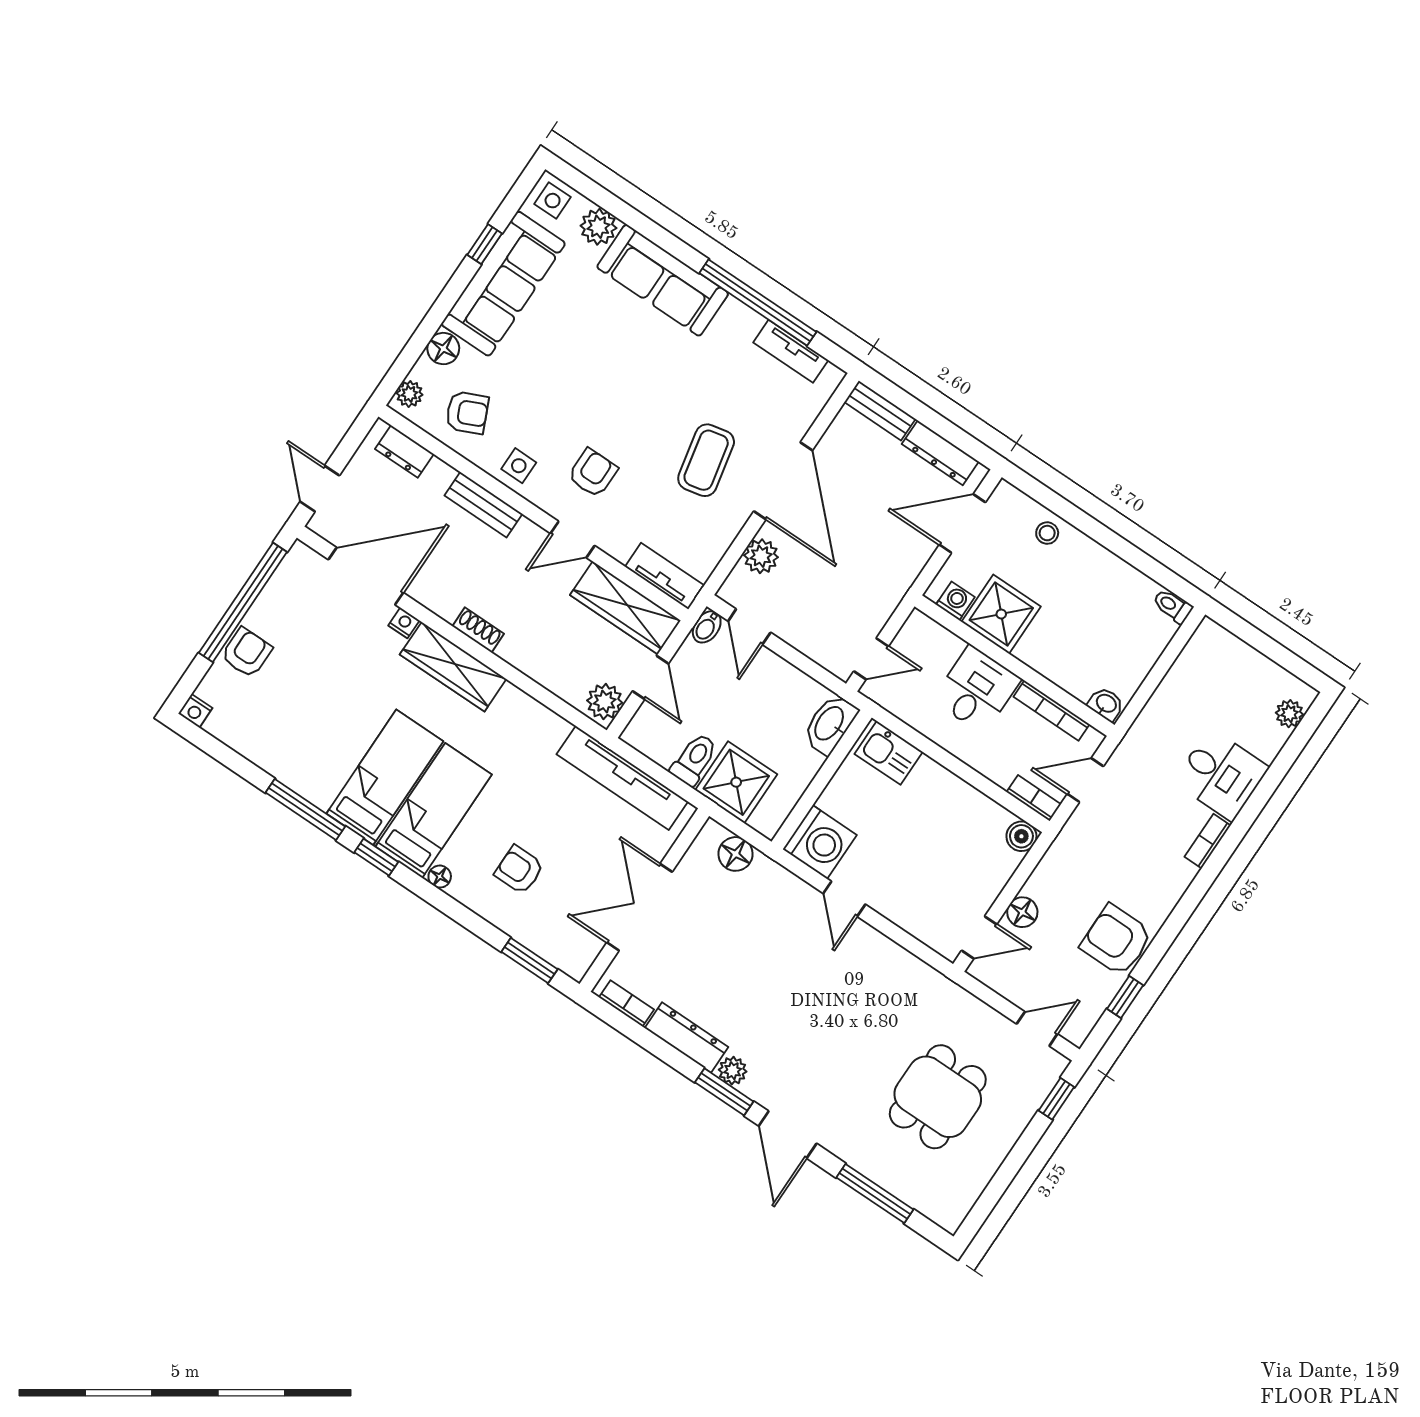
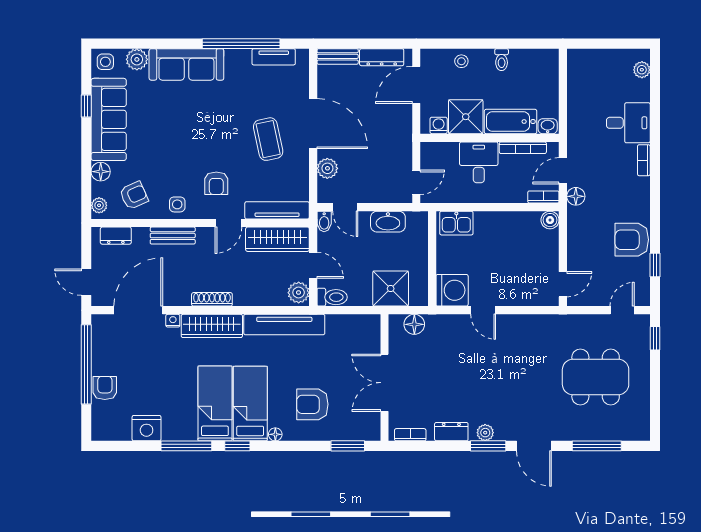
armchair: (593, 473) -> (216, 183), turned 180
tv unit: (665, 576) -> (277, 210), width x1.41
toilet: (1172, 606) -> (502, 60), moved, turned -90
shoe rack: (478, 630) -> (212, 299), width x1.43
bathtub: (1059, 663) -> (511, 122), added
nightstand: (195, 711) -> (147, 428), moved, width x1.89, depth x1.79
washbasin: (830, 724) -> (388, 222), moved, turned -90
toilet: (694, 759) -> (332, 297), moved, turned 90
tv unit: (622, 778) -> (284, 325), moved
armchair: (519, 870) -> (312, 404), width x1.38, depth x1.38
floor lamp: (1022, 912) -> (576, 196), moved
dresser: (687, 1038) -> (451, 432), width x0.70
dining table: (938, 1097) -> (596, 377), width x1.38

